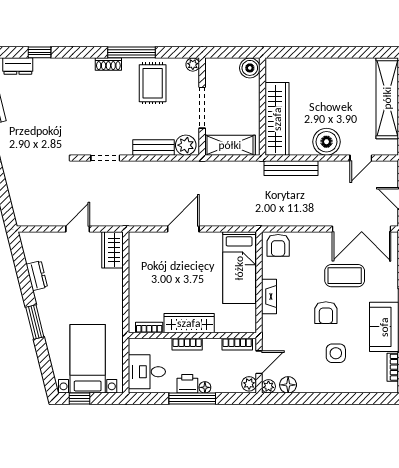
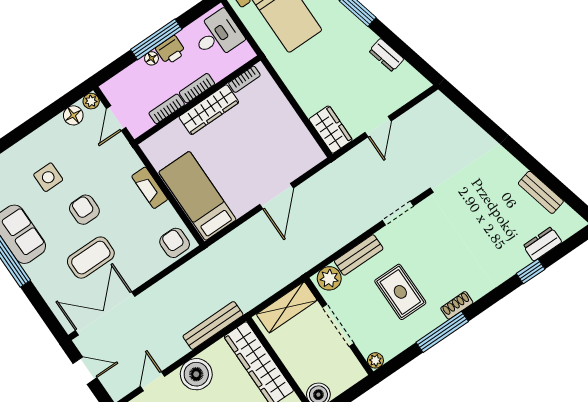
rug: (153, 83) -> (400, 292), moved
bookcase: (237, 344) -> (167, 109), moved
plant: (249, 384) -> (111, 91), removed

